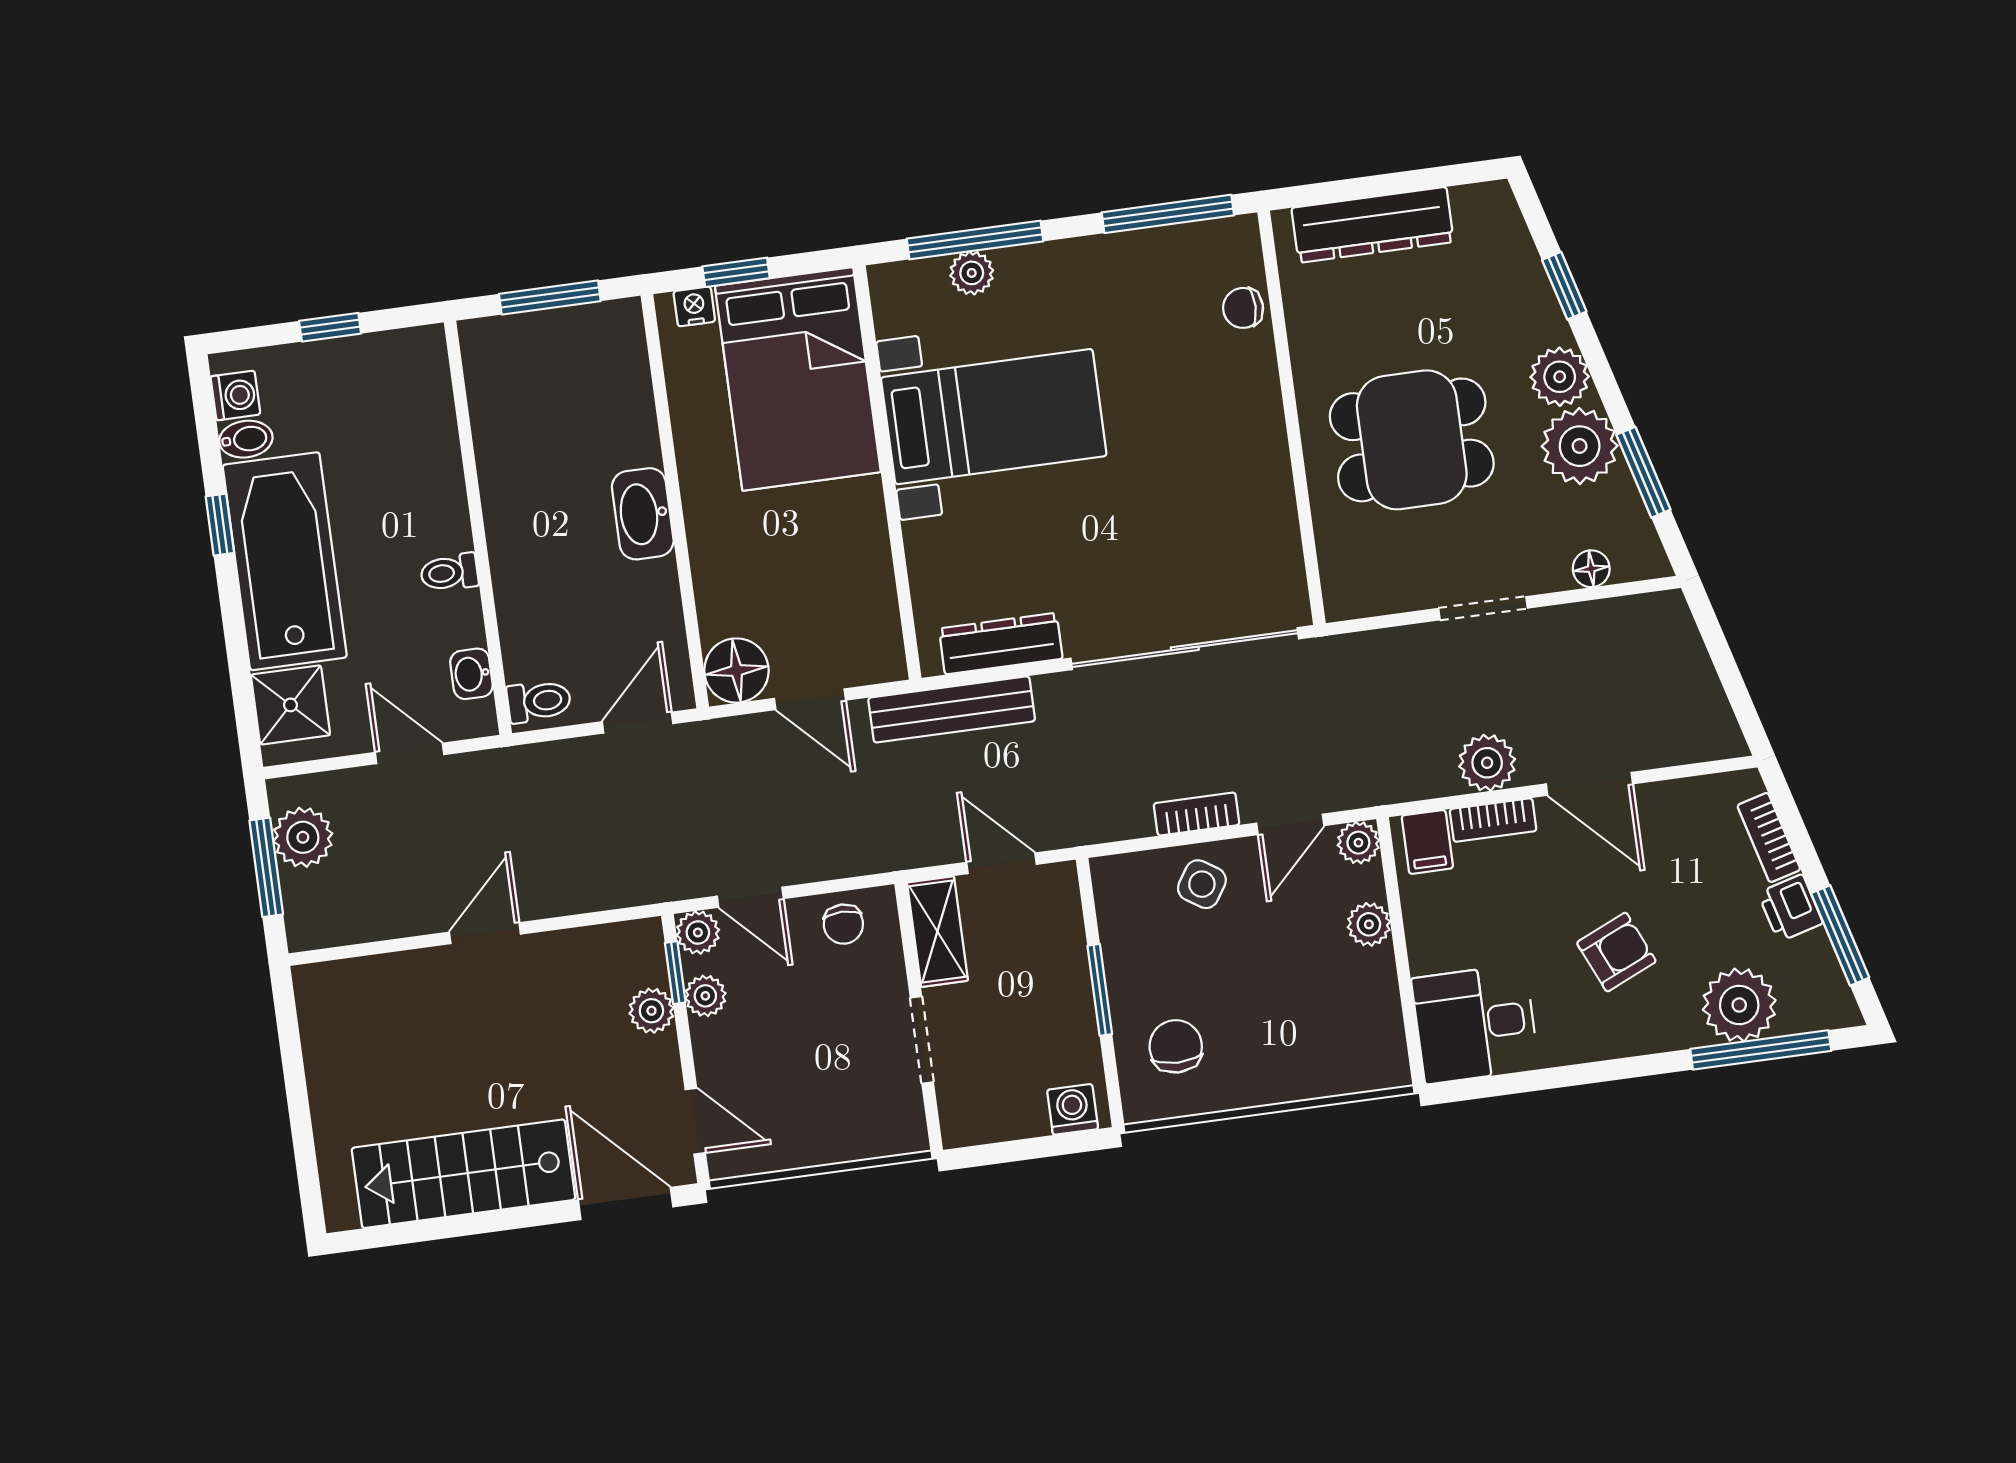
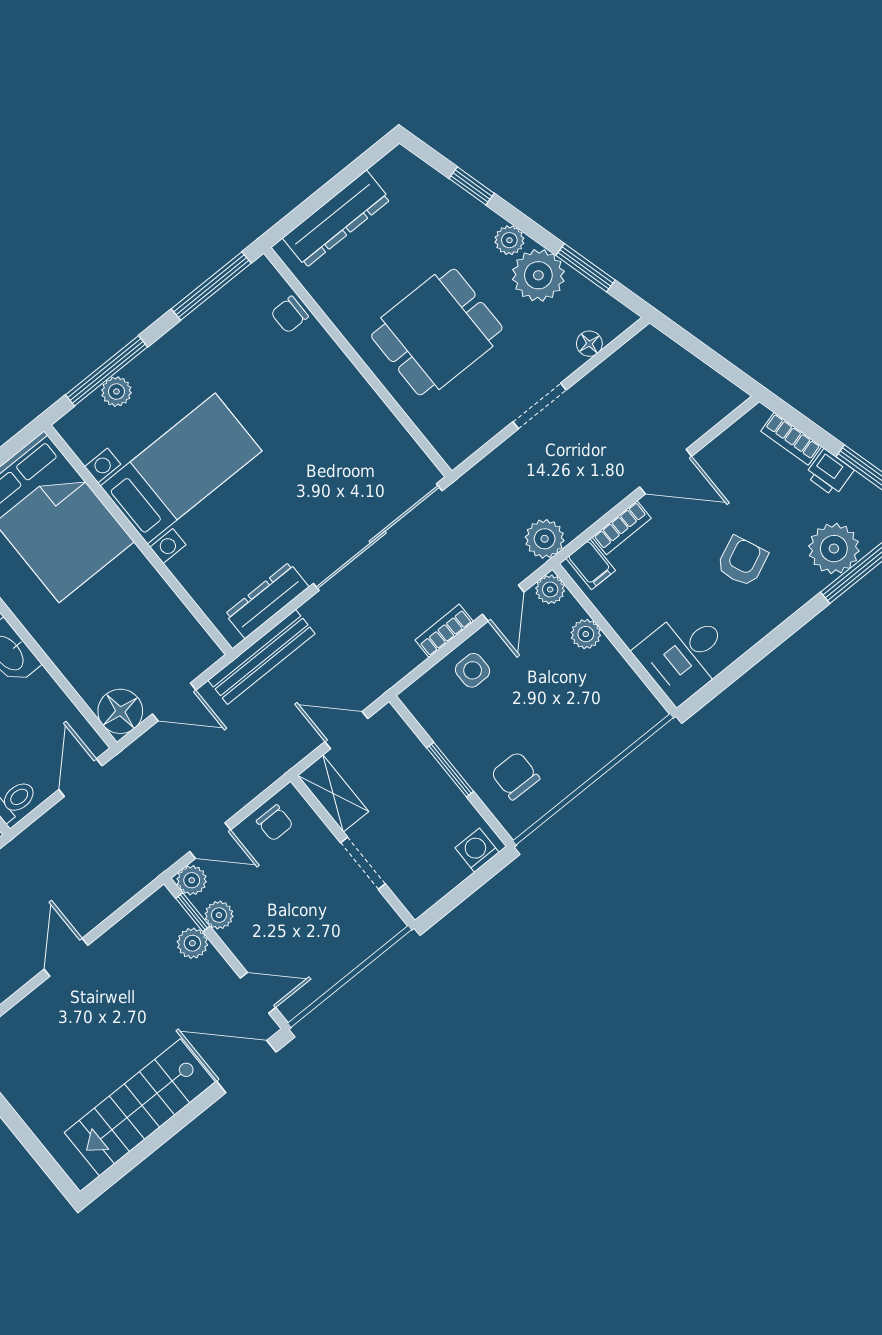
plant: (1560, 377) -> (509, 240), width x0.73, depth x0.73
plant: (1487, 763) -> (545, 539), moved
side table: (1202, 884) -> (473, 670), turned -33

